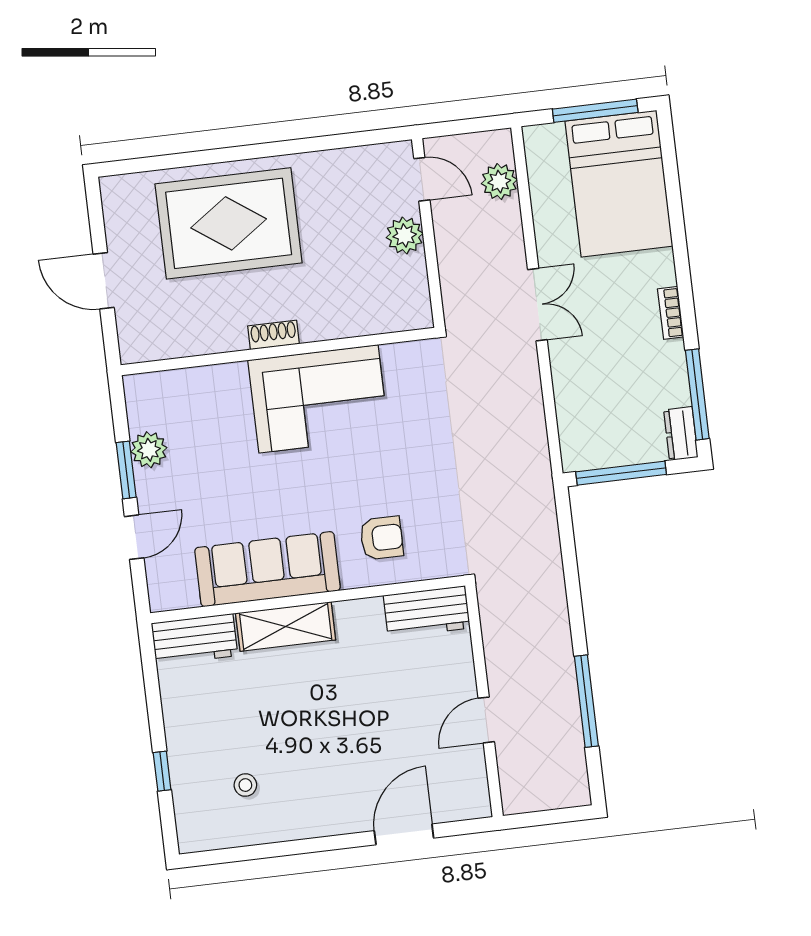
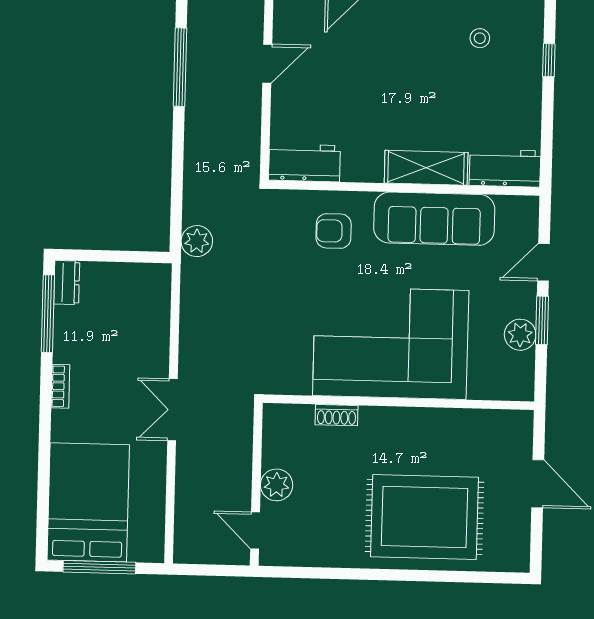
plant: (499, 182) -> (197, 241), moved
shoe rack: (273, 335) -> (337, 415), moved
corner sofa: (318, 399) -> (391, 343), width x1.36, depth x1.36
window: (621, 473) -> (122, 256), removed

